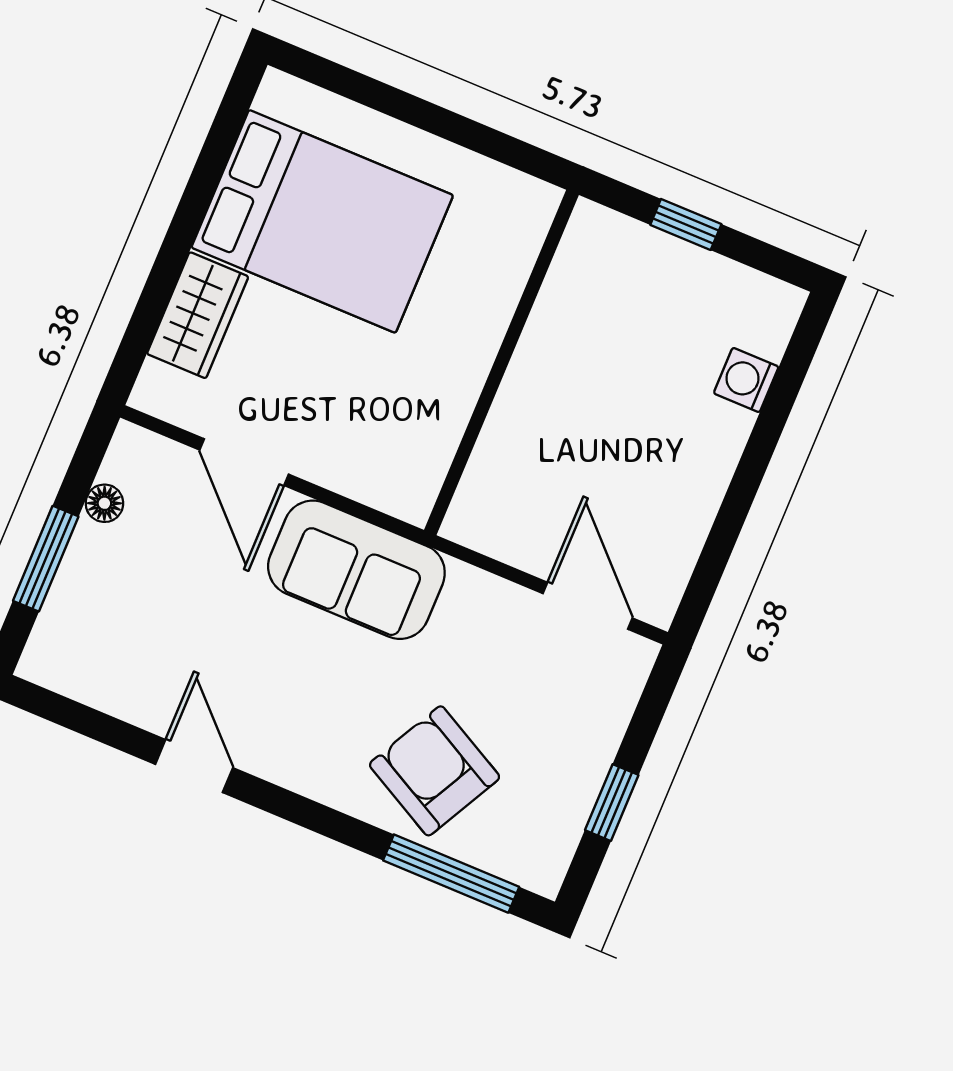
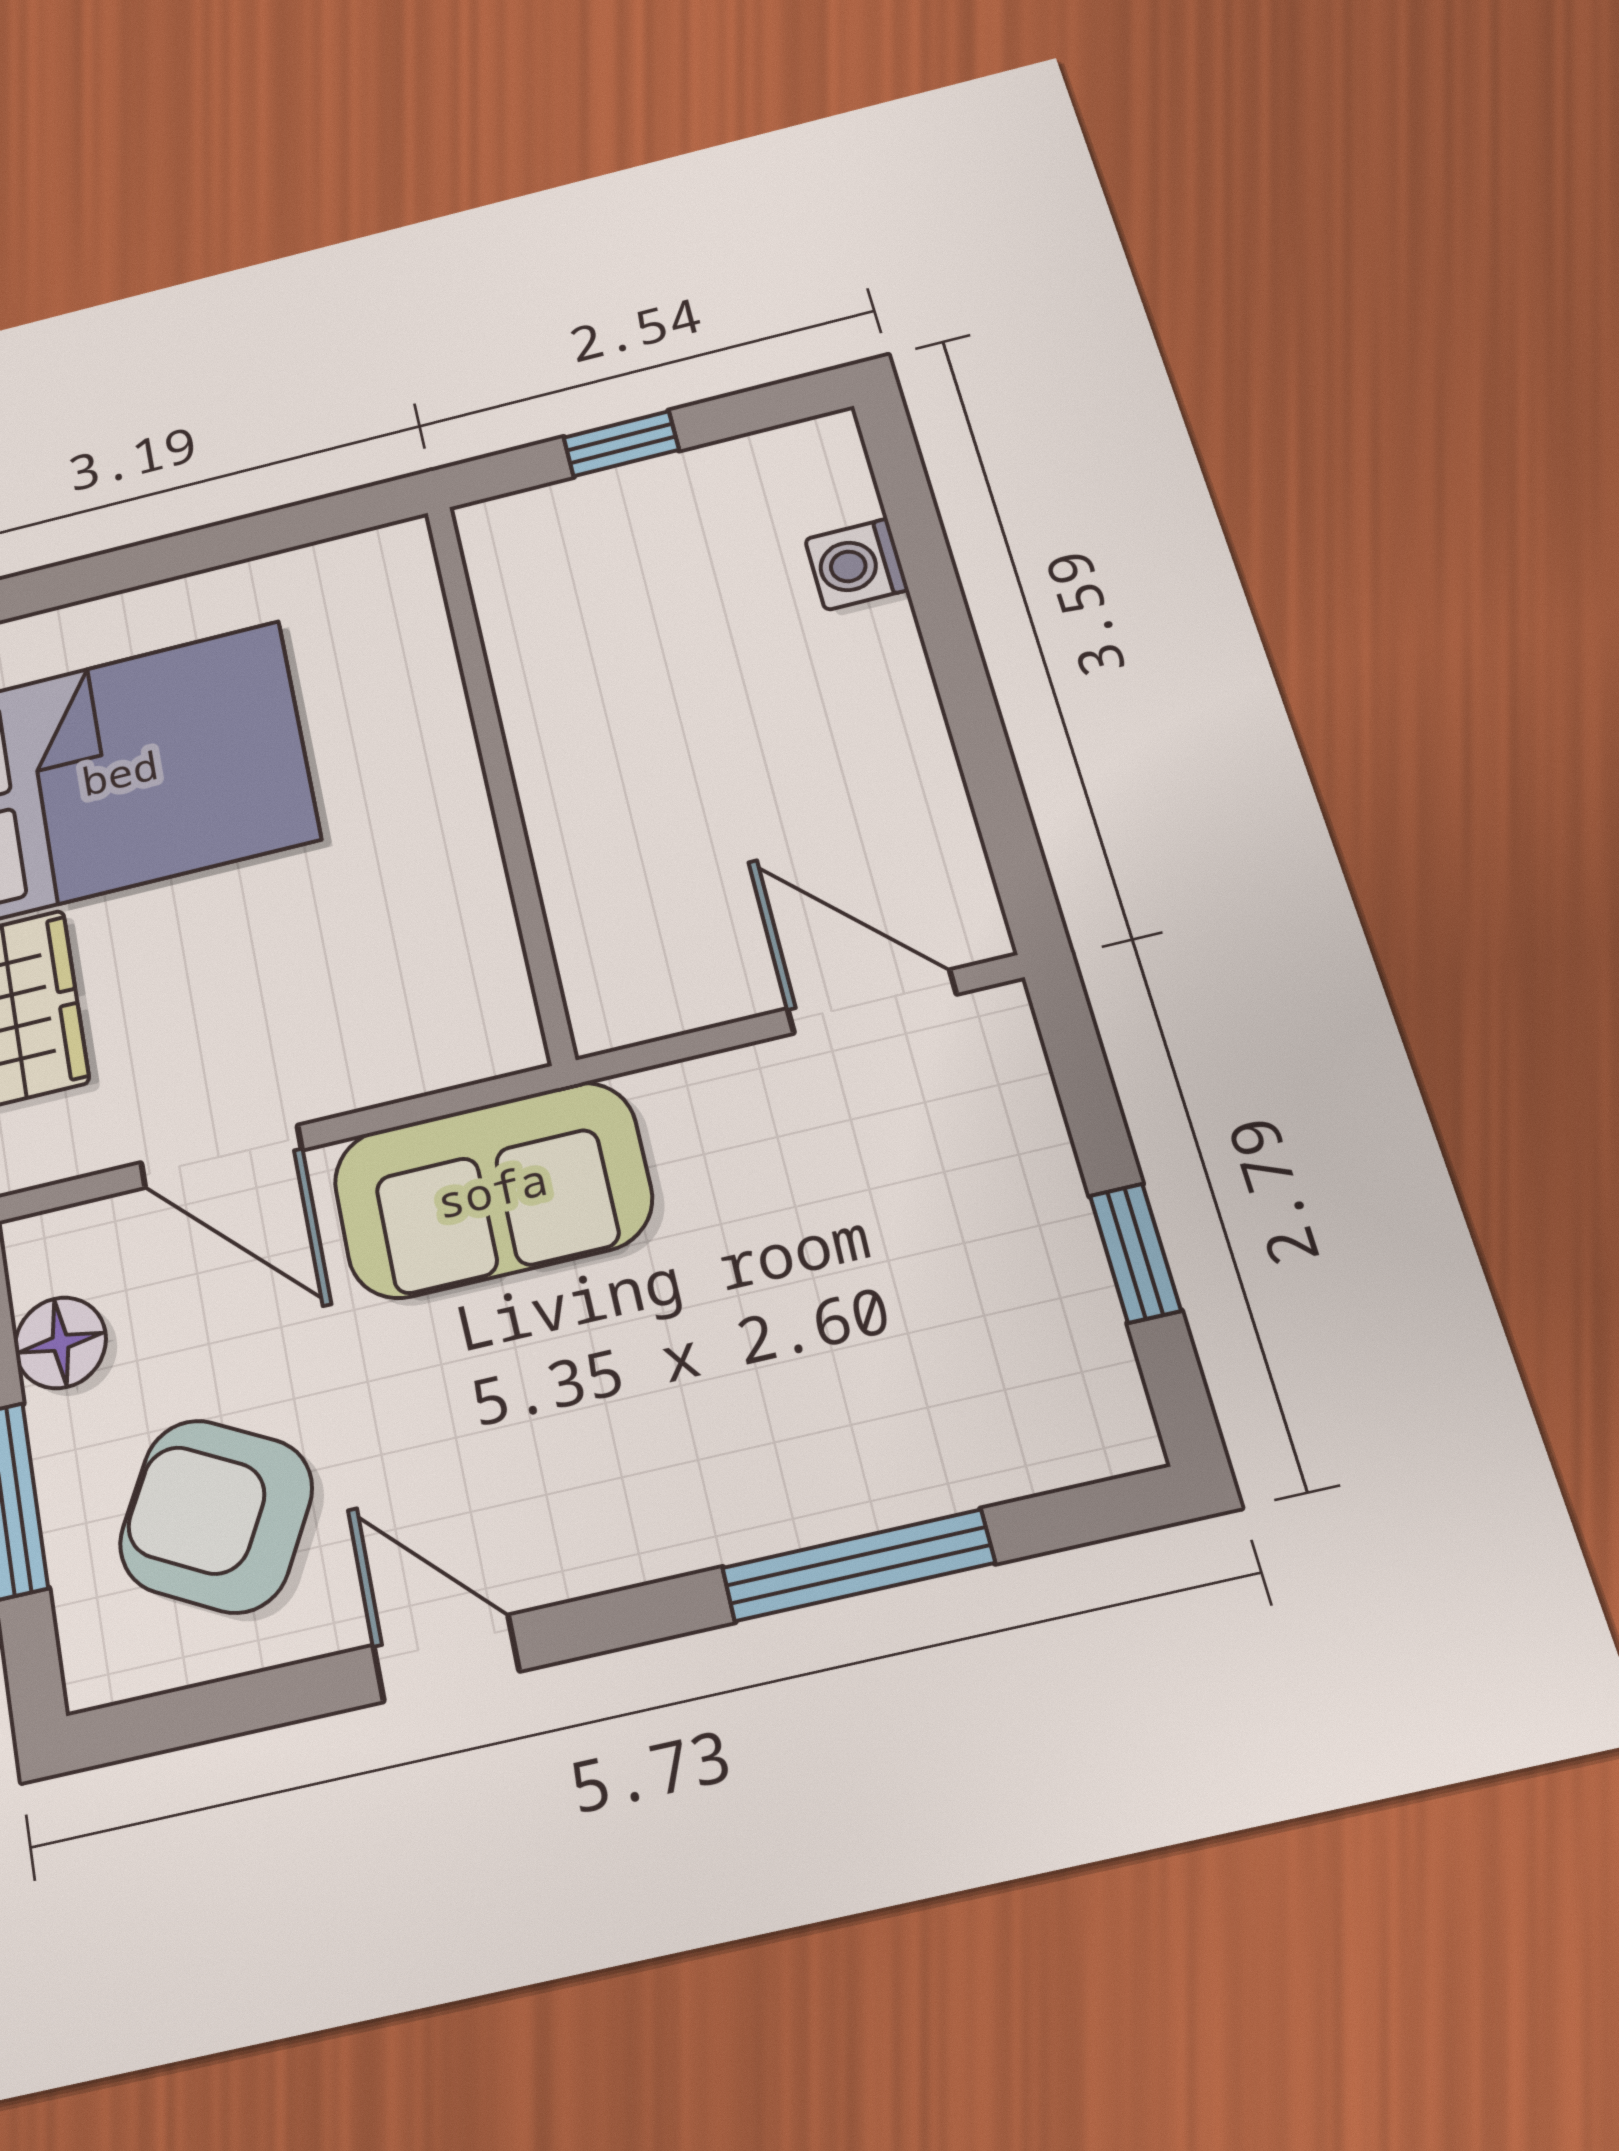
floor lamp: (104, 503) -> (60, 1343), width x1.37, depth x1.37
armchair: (435, 771) -> (216, 1516), moved
window: (451, 874) -> (858, 1565), moved

